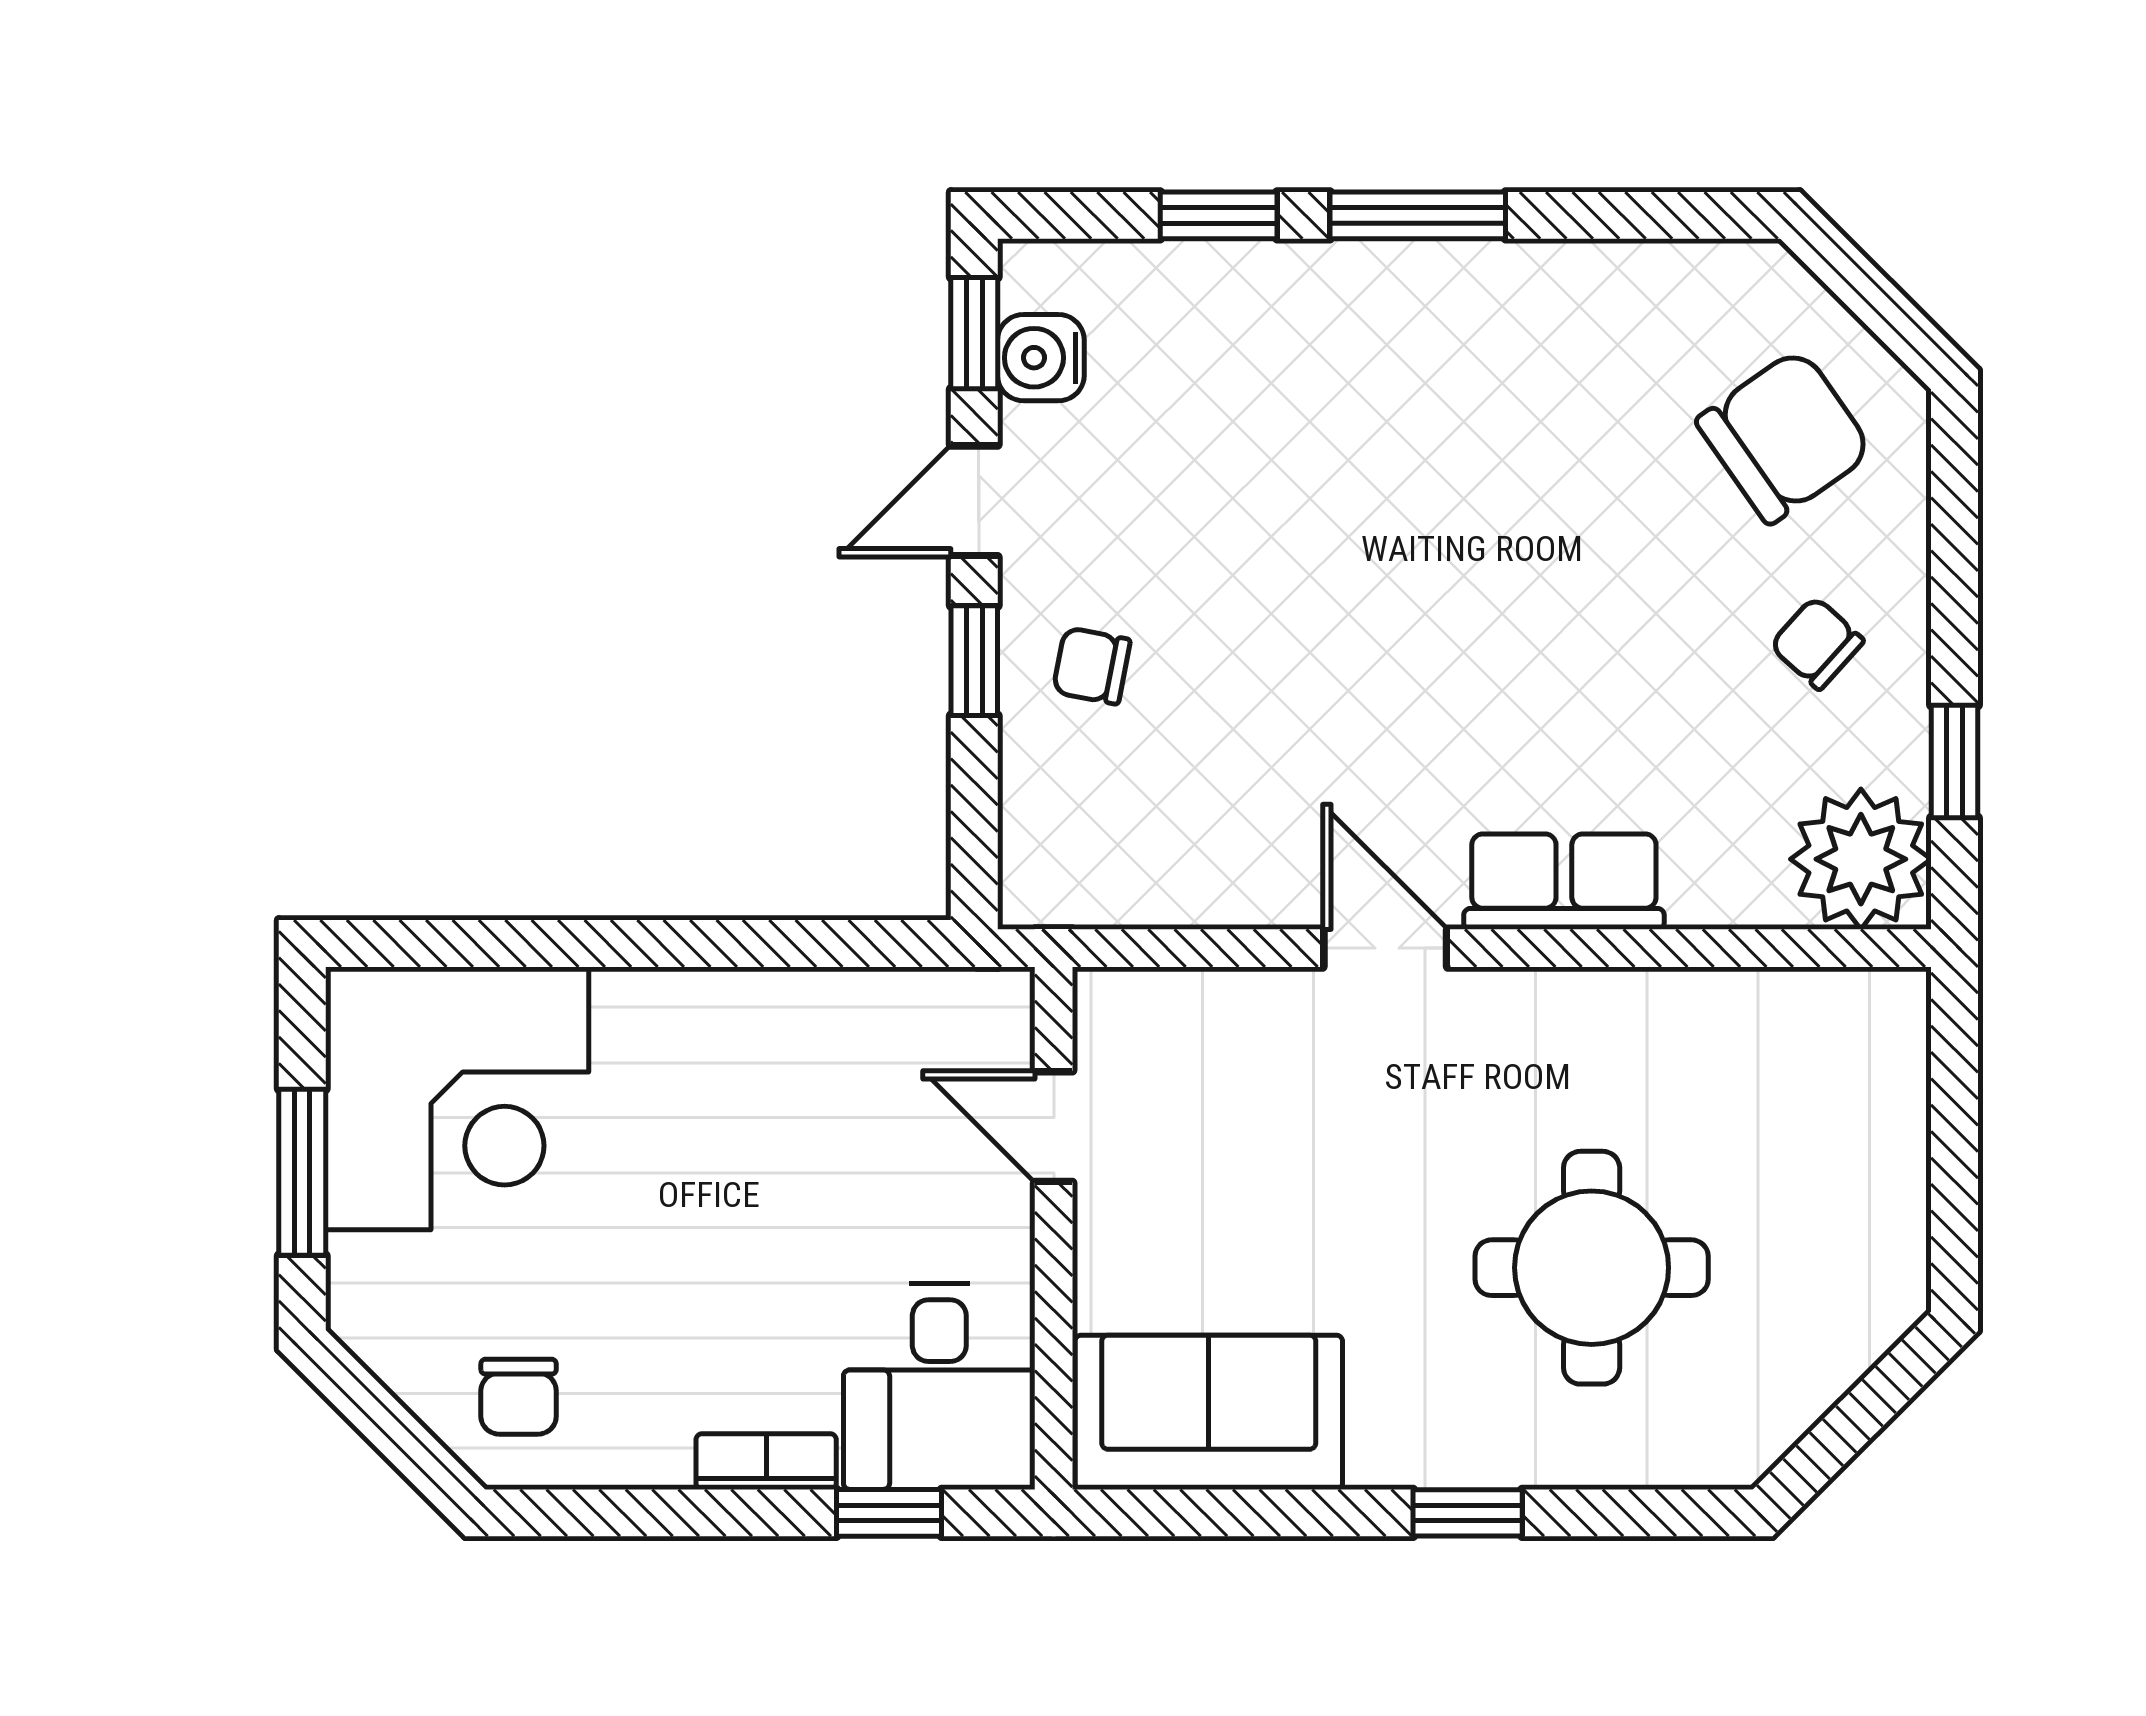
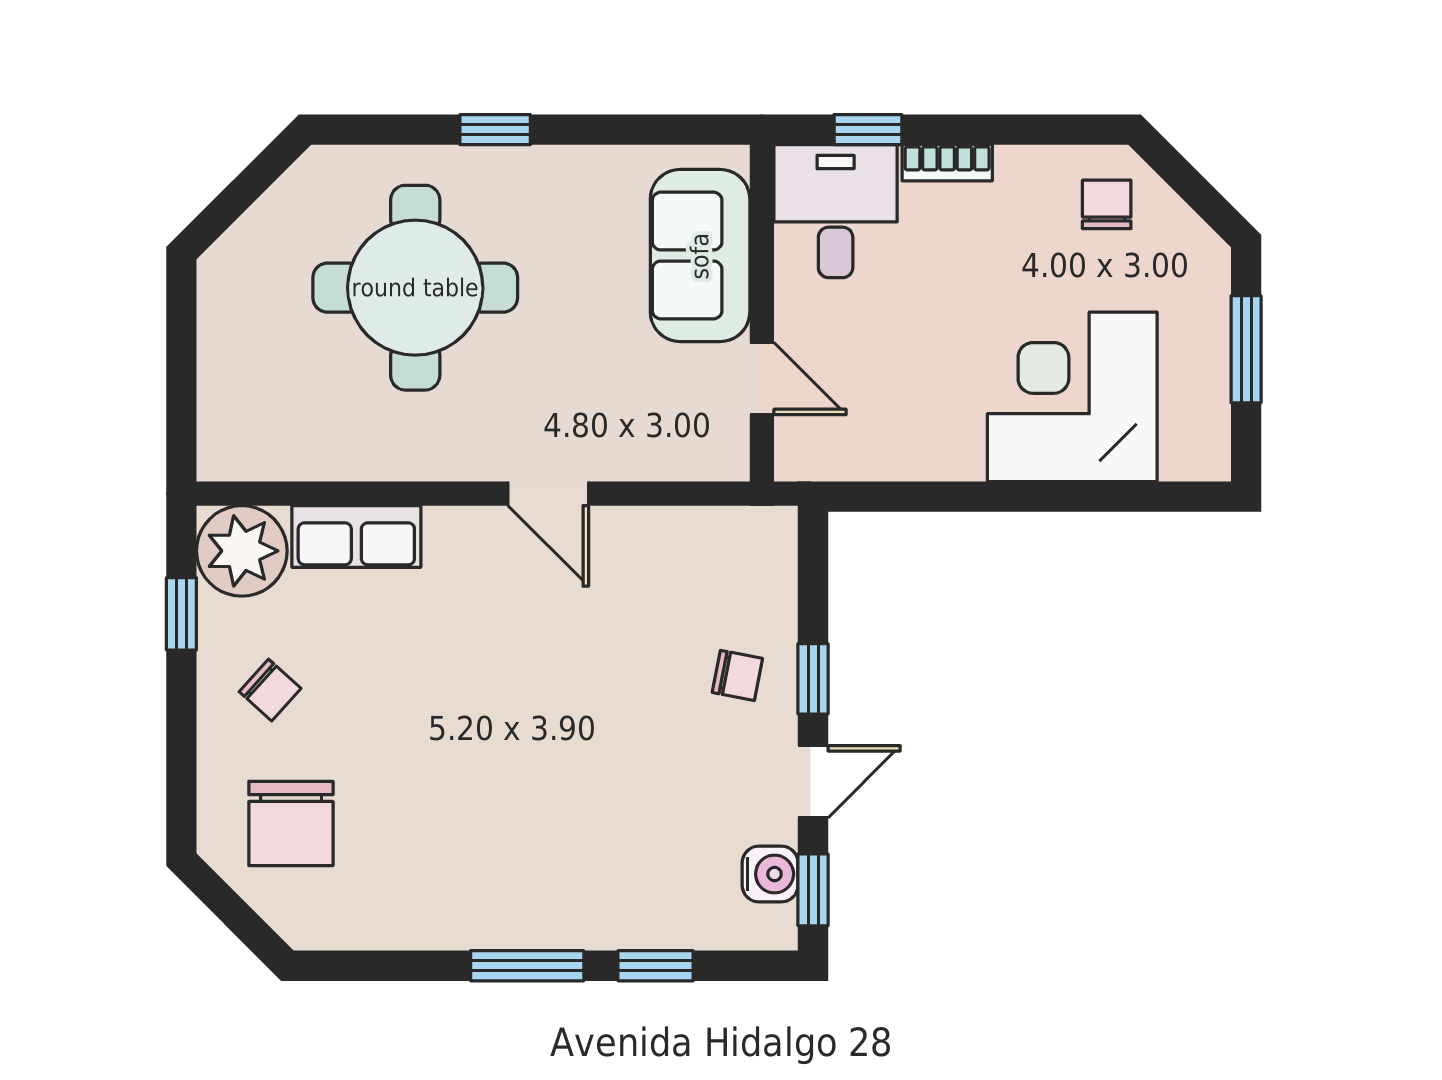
chair: (1785, 436) -> (291, 823), turned -55
row of seats: (1564, 882) -> (356, 536), moved
corner desk: (457, 1098) -> (1072, 397), moved
round table: (1592, 1268) -> (415, 288), width x1.36, depth x1.36
sofa: (1209, 1412) -> (700, 256), moved, turned 90

